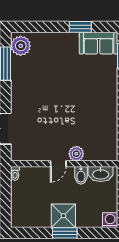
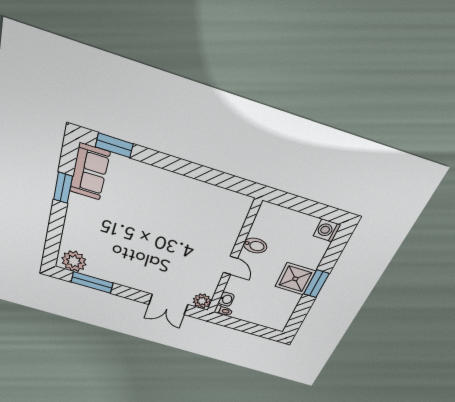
plant: (76, 154) -> (202, 301), moved
washbasin: (101, 174) -> (226, 299), moved, width x0.52, depth x0.69

